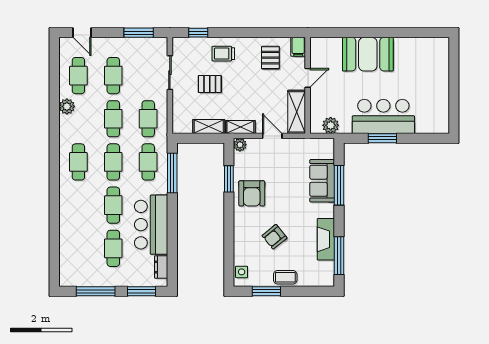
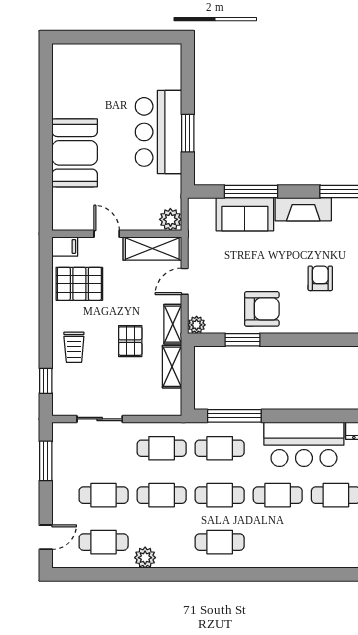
pallet: (270, 58) -> (79, 284), width x1.50, depth x1.42
pallet: (210, 84) -> (130, 341), moved
plant: (331, 125) -> (170, 219), moved
armchair: (275, 237) -> (320, 278), turned -141
fireplace: (326, 239) -> (303, 209), moved

